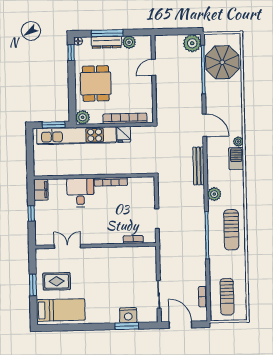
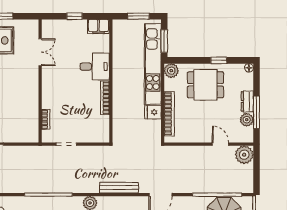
window: (107, 33) -> (256, 112), moved
dresser: (107, 42) -> (247, 101), width x0.70
plant: (192, 43) -> (244, 155), moved
window: (71, 53) -> (219, 60), moved
window: (30, 151) -> (138, 16), added

